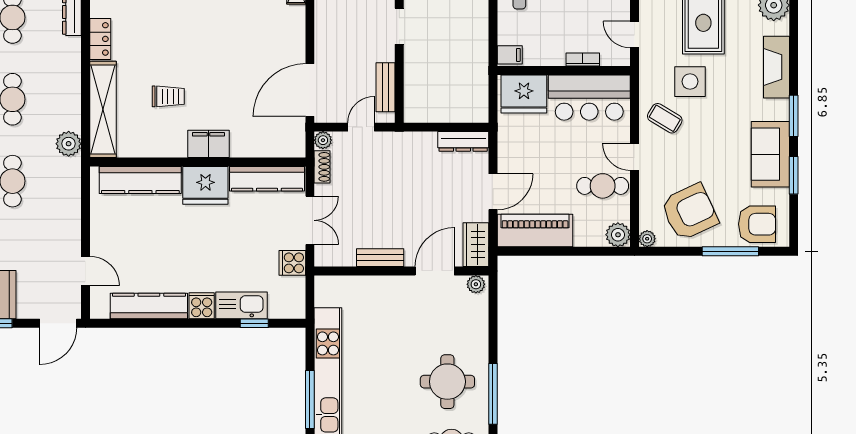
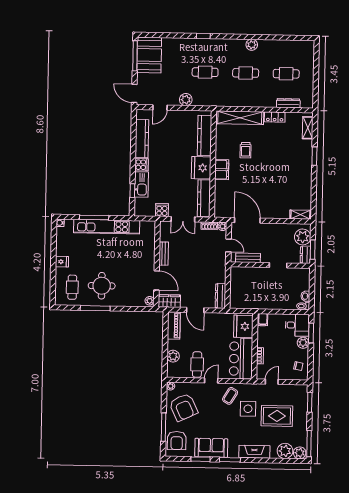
plant: (69, 144) -> (186, 100), moved
piano: (535, 231) -> (174, 326), width x0.73, depth x0.75
plant: (618, 235) -> (173, 356), moved

